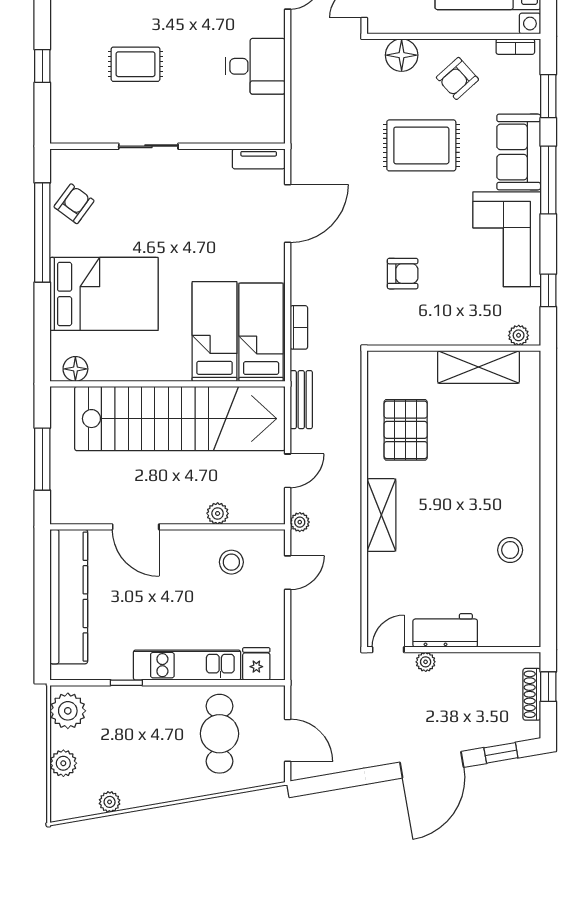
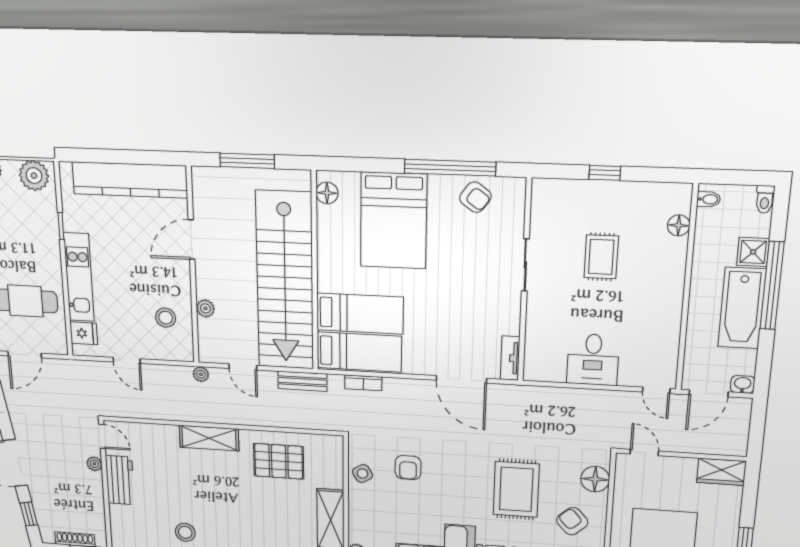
side table: (414, 328) -> (362, 474), added
door: (288, 573) -> (127, 360), moved

